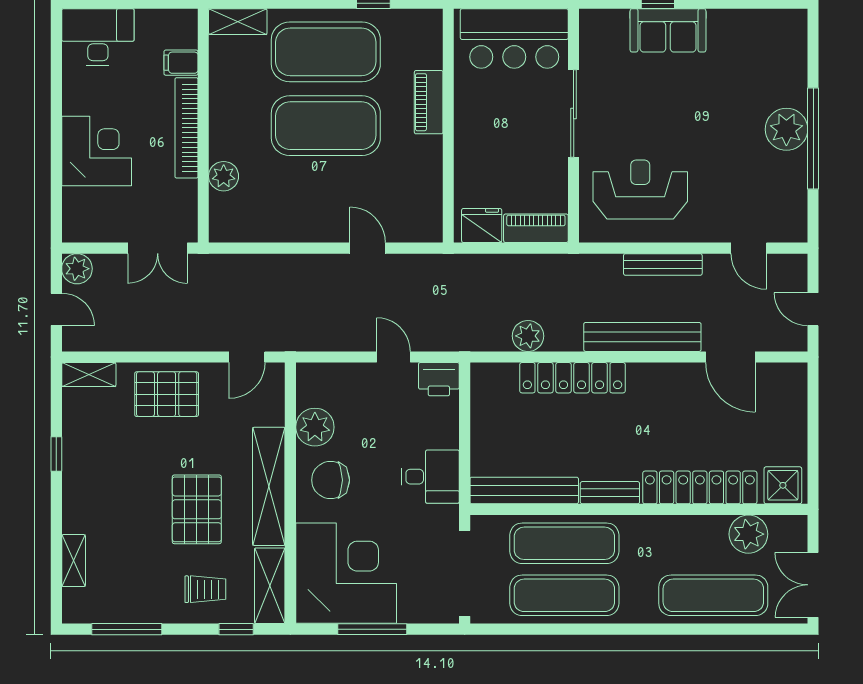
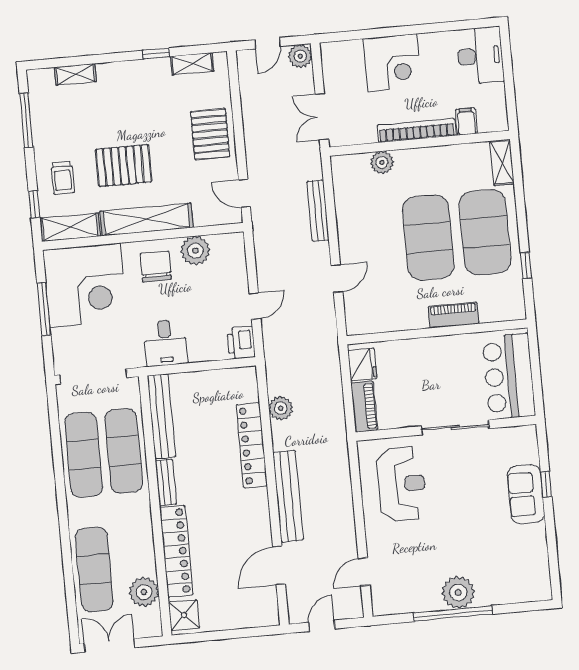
bench: (663, 264) -> (318, 211), moved
shelving: (89, 375) -> (192, 64), moved, turned 90

